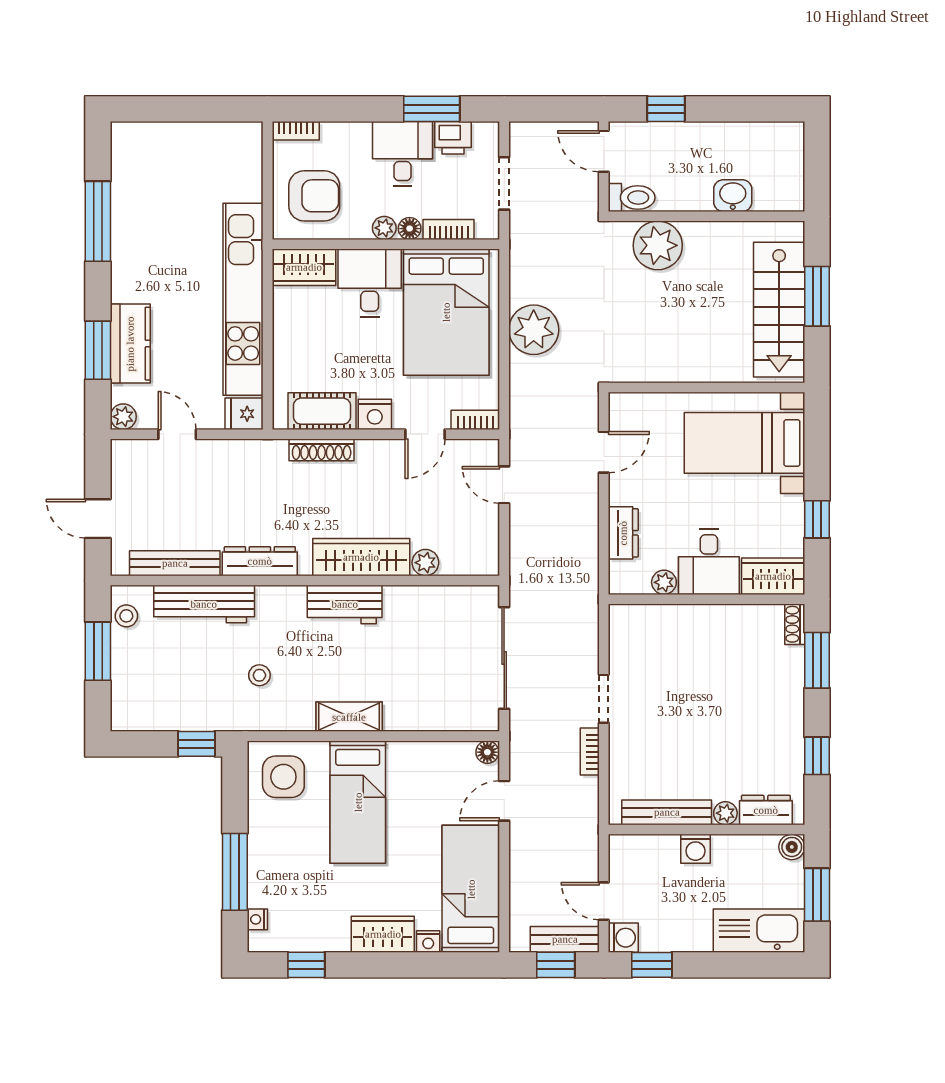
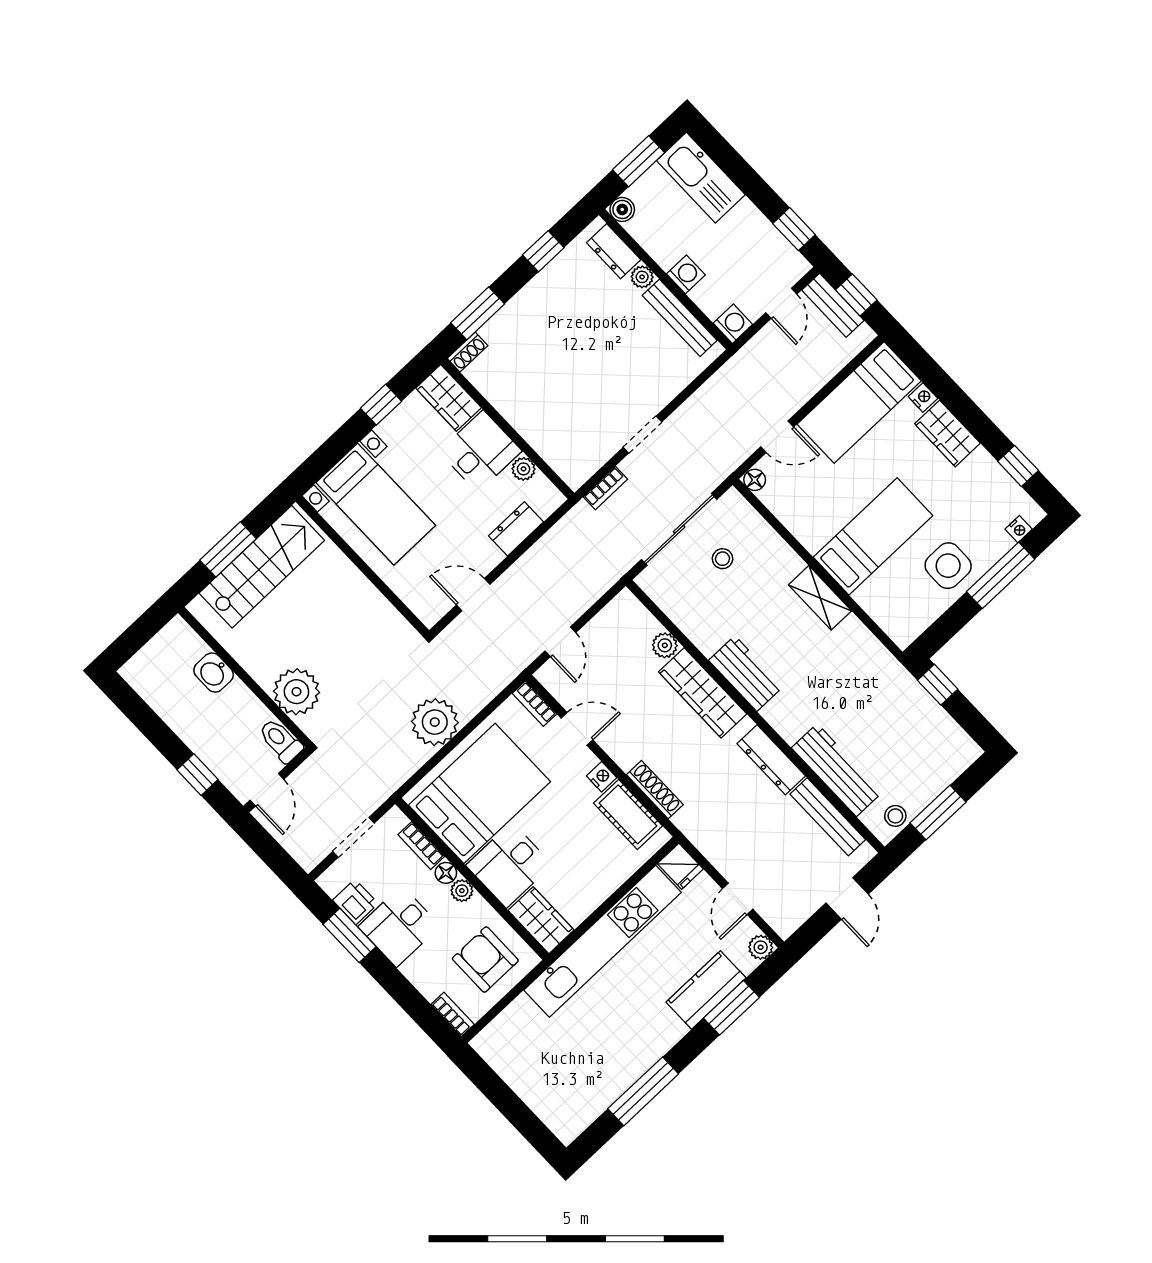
nightstand: (375, 414) -> (602, 777), width x0.72, depth x0.74
stool: (259, 675) -> (723, 559), moved
bookcase: (590, 752) -> (605, 488), moved
side table: (283, 777) -> (948, 566), moved
washing machine: (623, 938) -> (733, 324), moved, turned 90

